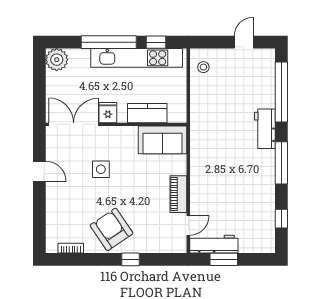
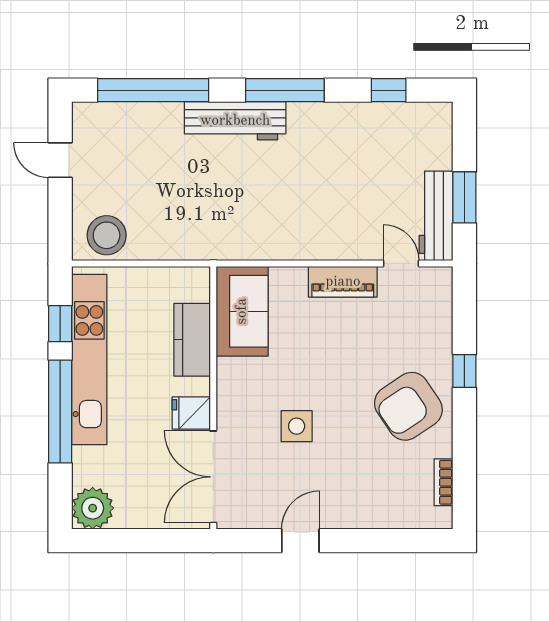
stool: (203, 67) -> (107, 235), width x1.89, depth x1.89
workbench: (265, 129) -> (235, 121), width x1.38

